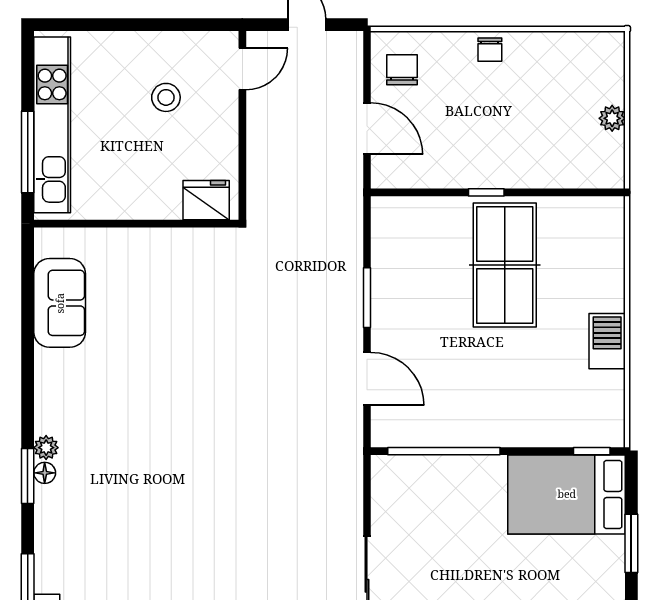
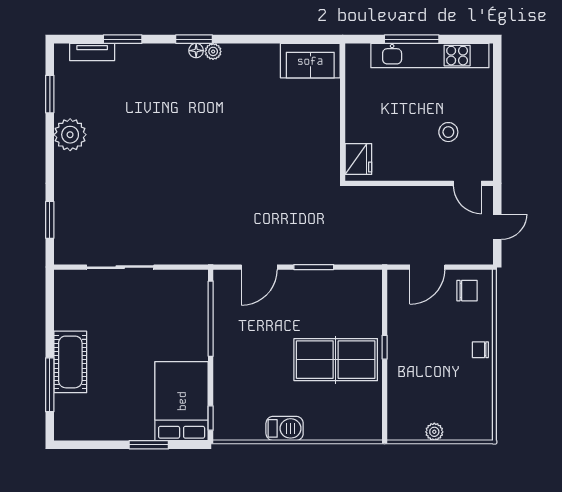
fridge: (206, 200) -> (358, 159), moved
wall: (136, 224) -> (343, 112), moved

